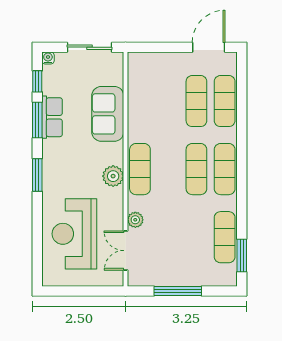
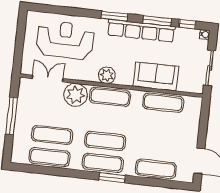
exercise mat: (196, 101) -> (163, 103), moved
row of seats: (52, 117) -> (141, 31), width x2.02
plant: (135, 220) -> (76, 95), width x1.87, depth x1.87
exercise mat: (196, 237) -> (52, 135), added
window: (242, 255) -> (112, 178), moved

